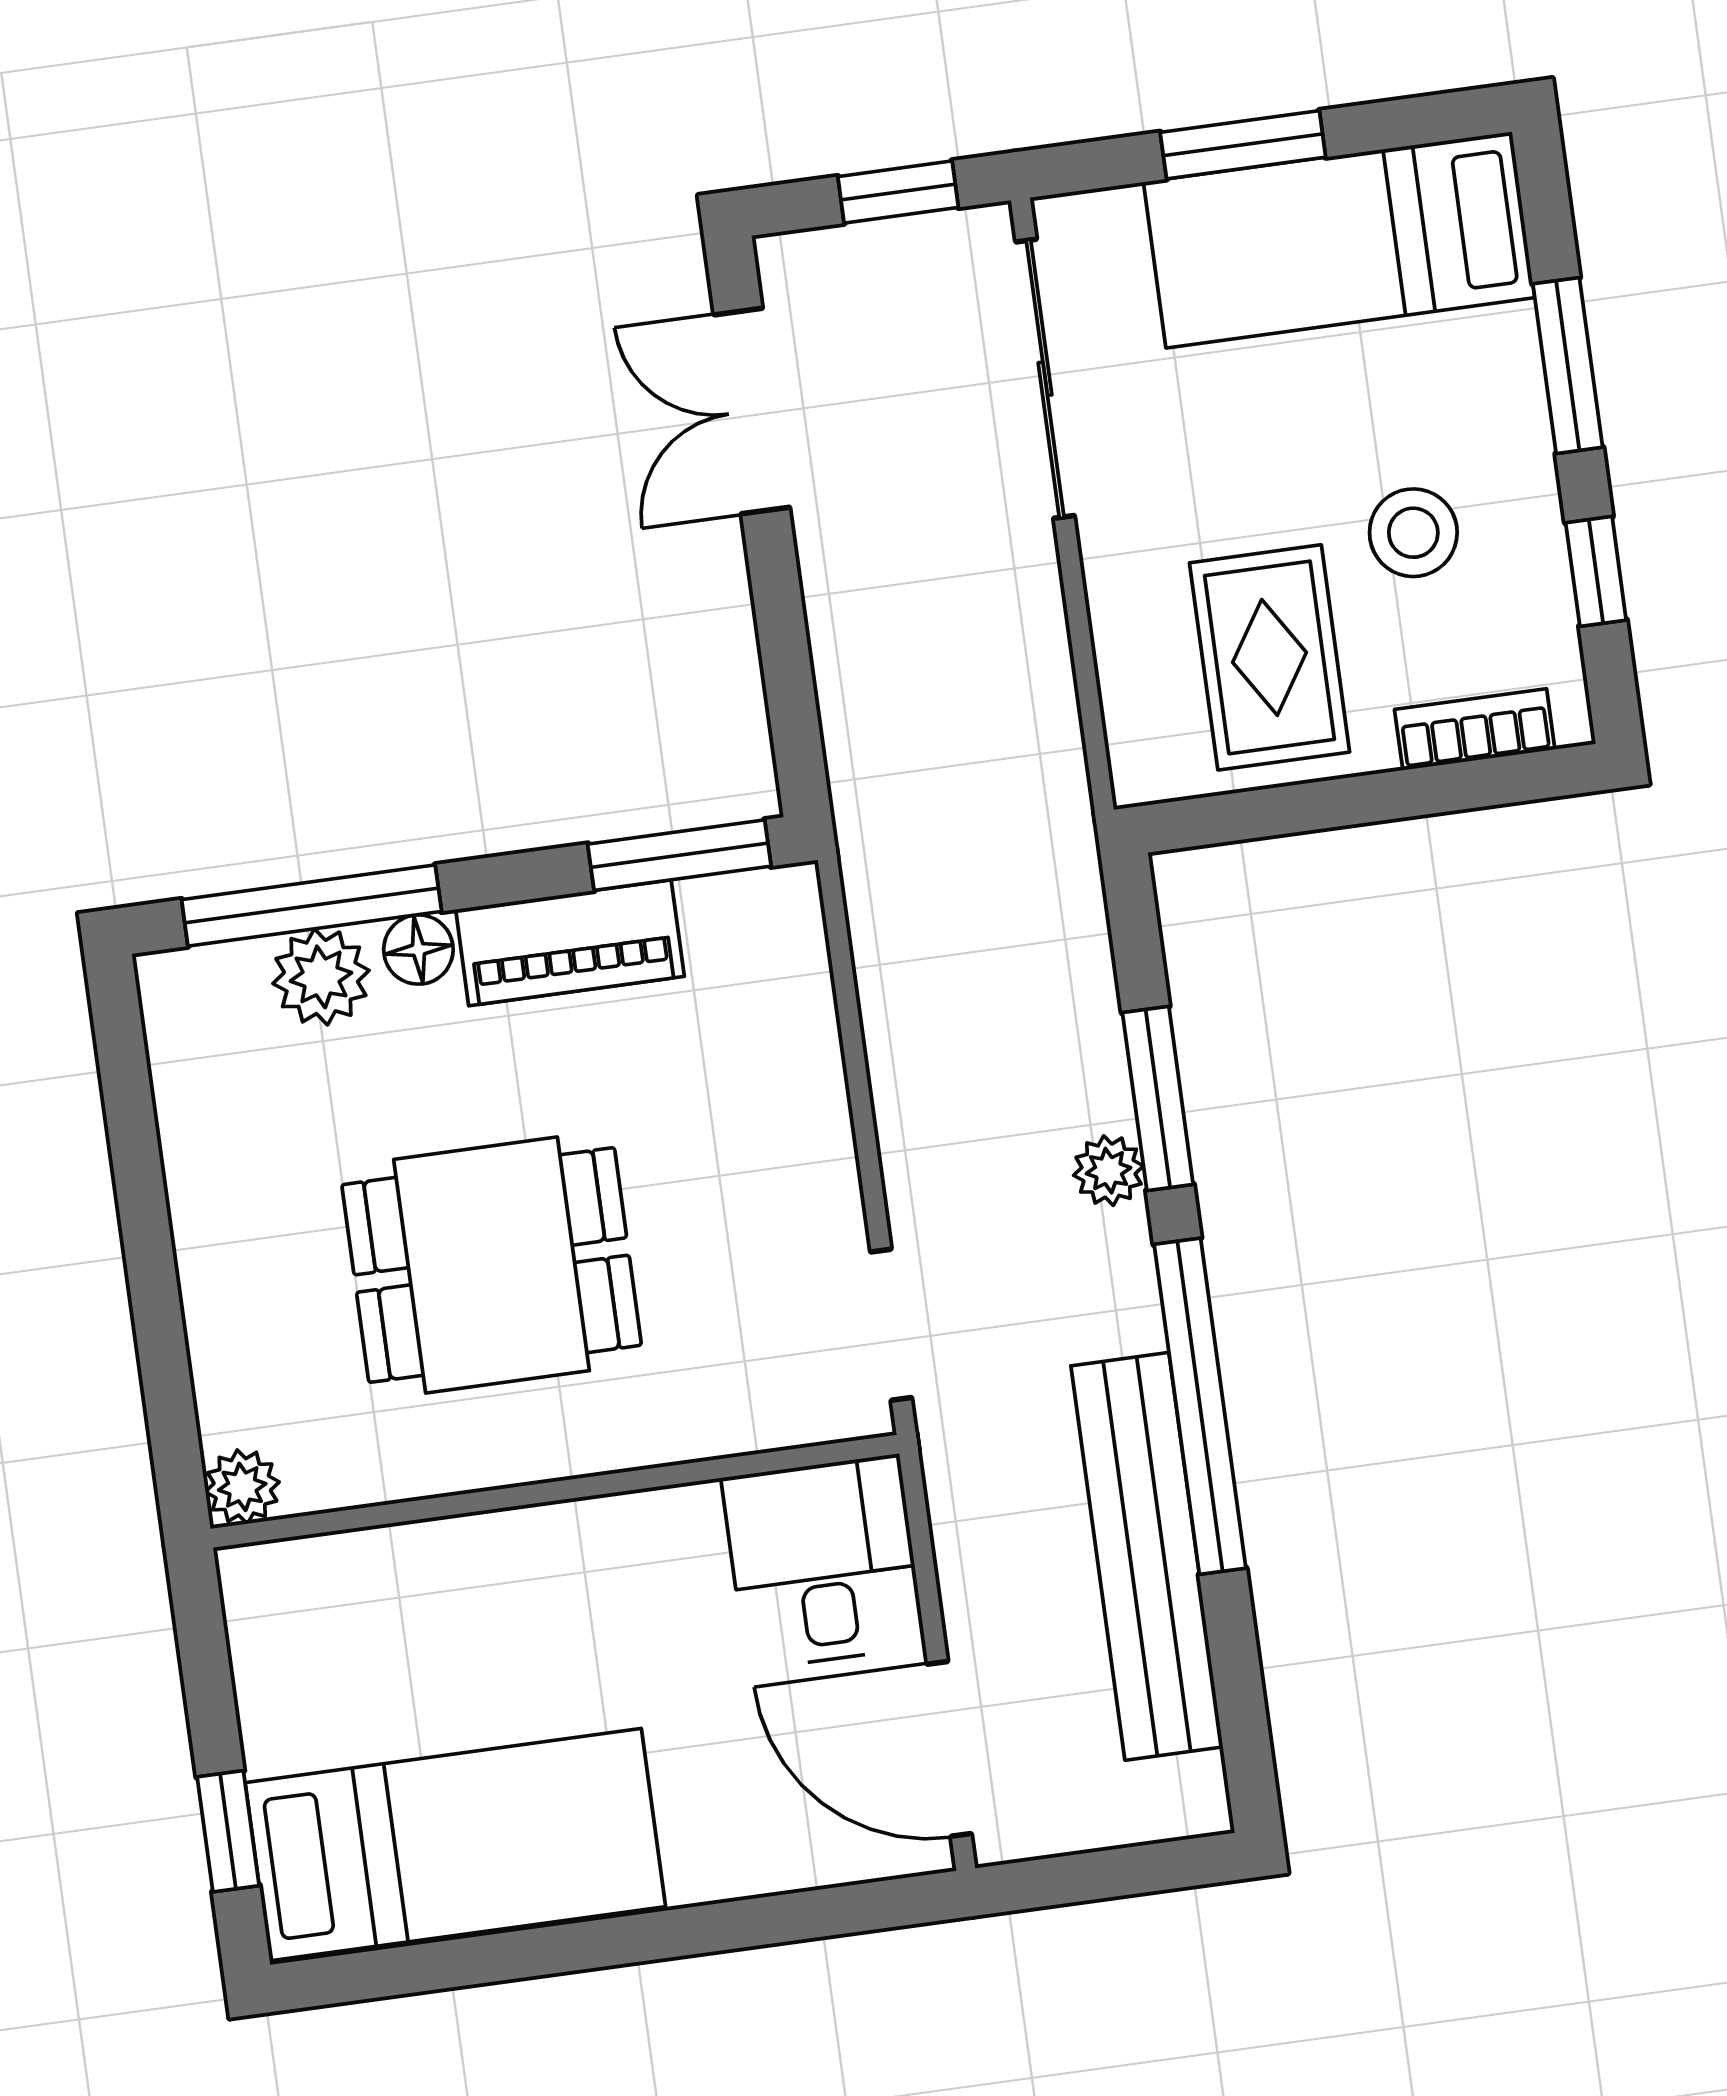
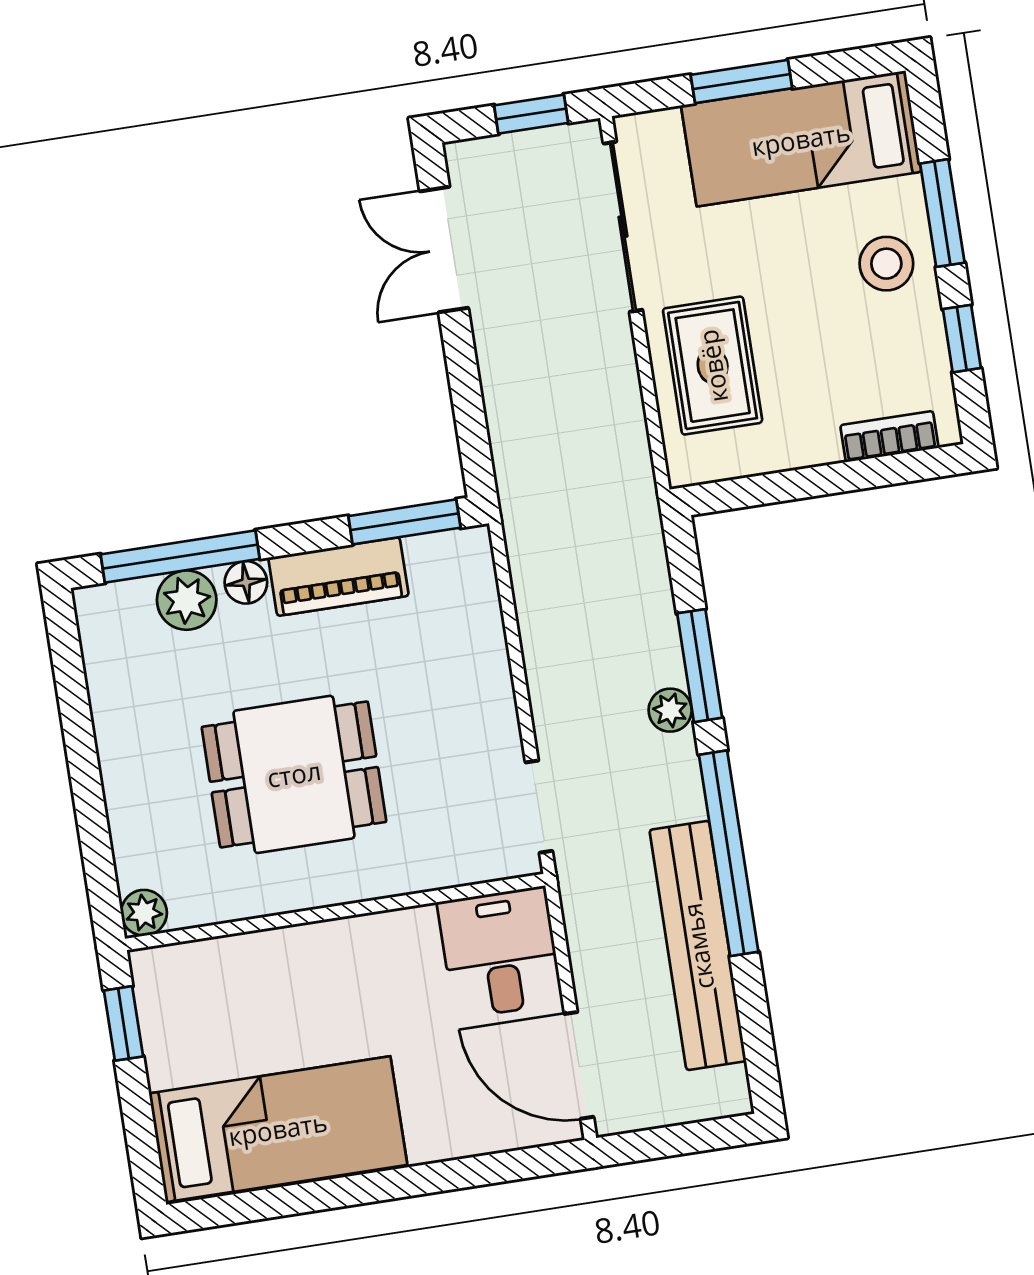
stool: (1413, 533) -> (886, 264), moved
rug: (1270, 657) -> (713, 366), moved
window: (228, 1831) -> (123, 1023), moved

